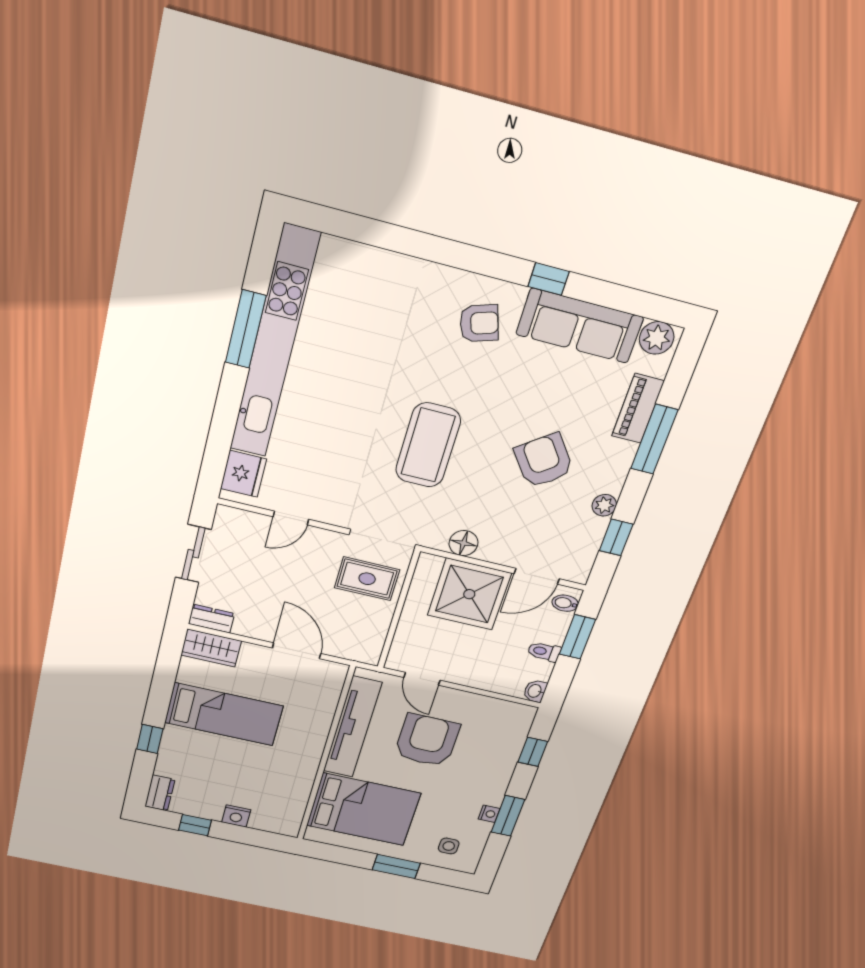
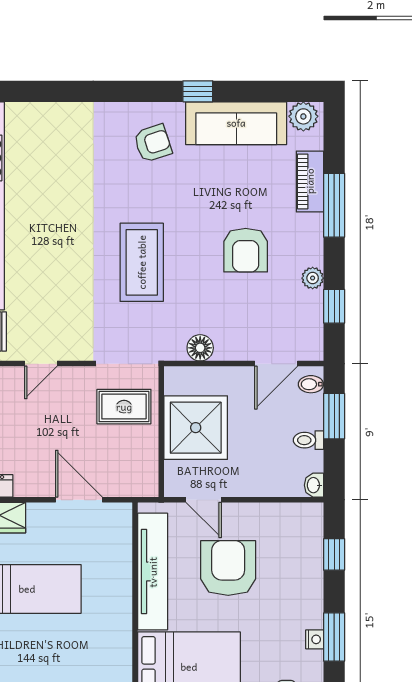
armchair: (544, 461) -> (246, 250), turned -143
shower: (469, 594) -> (196, 428), moved

